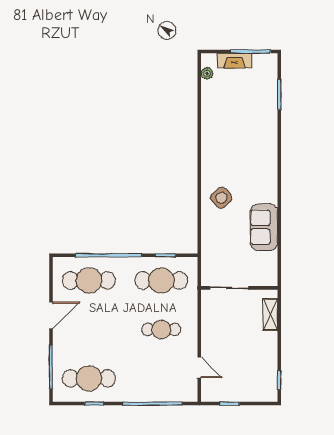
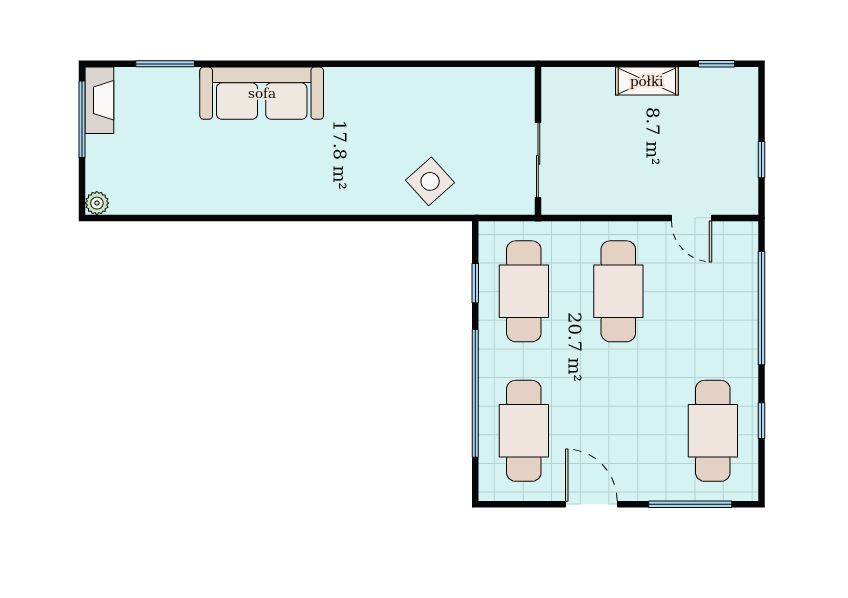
fireplace: (234, 61) -> (99, 100), moved
plant: (207, 73) -> (97, 203), moved
side table: (221, 198) -> (430, 181), moved
sofa: (264, 227) -> (262, 93), moved, width x1.36
shelving: (270, 315) -> (647, 81), moved
cafe table: (161, 329) -> (618, 291), width x1.37, depth x1.35
door: (199, 367) -> (692, 218), swing flipped

